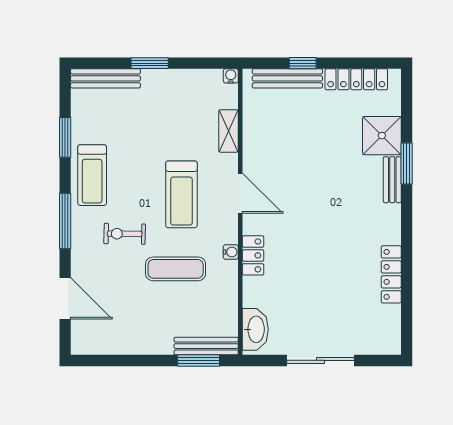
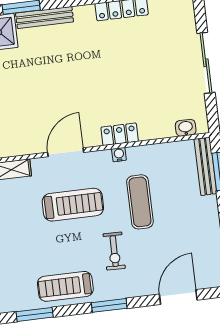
treadmill: (92, 175) -> (65, 286), turned 180
bench: (392, 180) -> (45, 17), width x1.36
window: (65, 221) -> (109, 305), width x0.69
washbasin: (255, 329) -> (186, 128), width x0.52, depth x0.69

